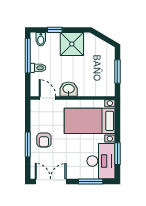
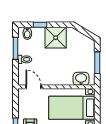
window: (28, 56) -> (15, 48), width x0.69
washbasin: (69, 89) -> (81, 79), moved

